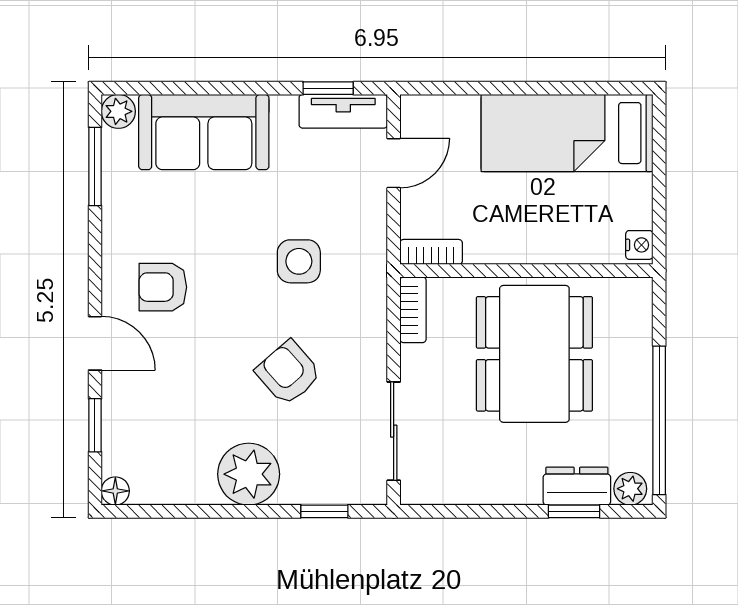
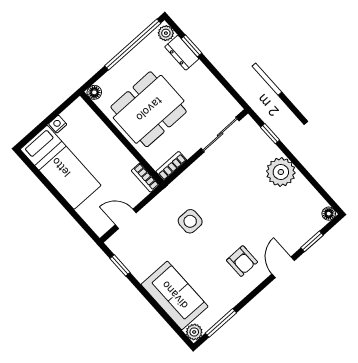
tv unit: (343, 111) -> (123, 253), removed
nightstand: (639, 245) -> (58, 124), moved
floor lamp: (638, 292) -> (94, 92), added
armchair: (288, 373) -> (233, 190), removed

